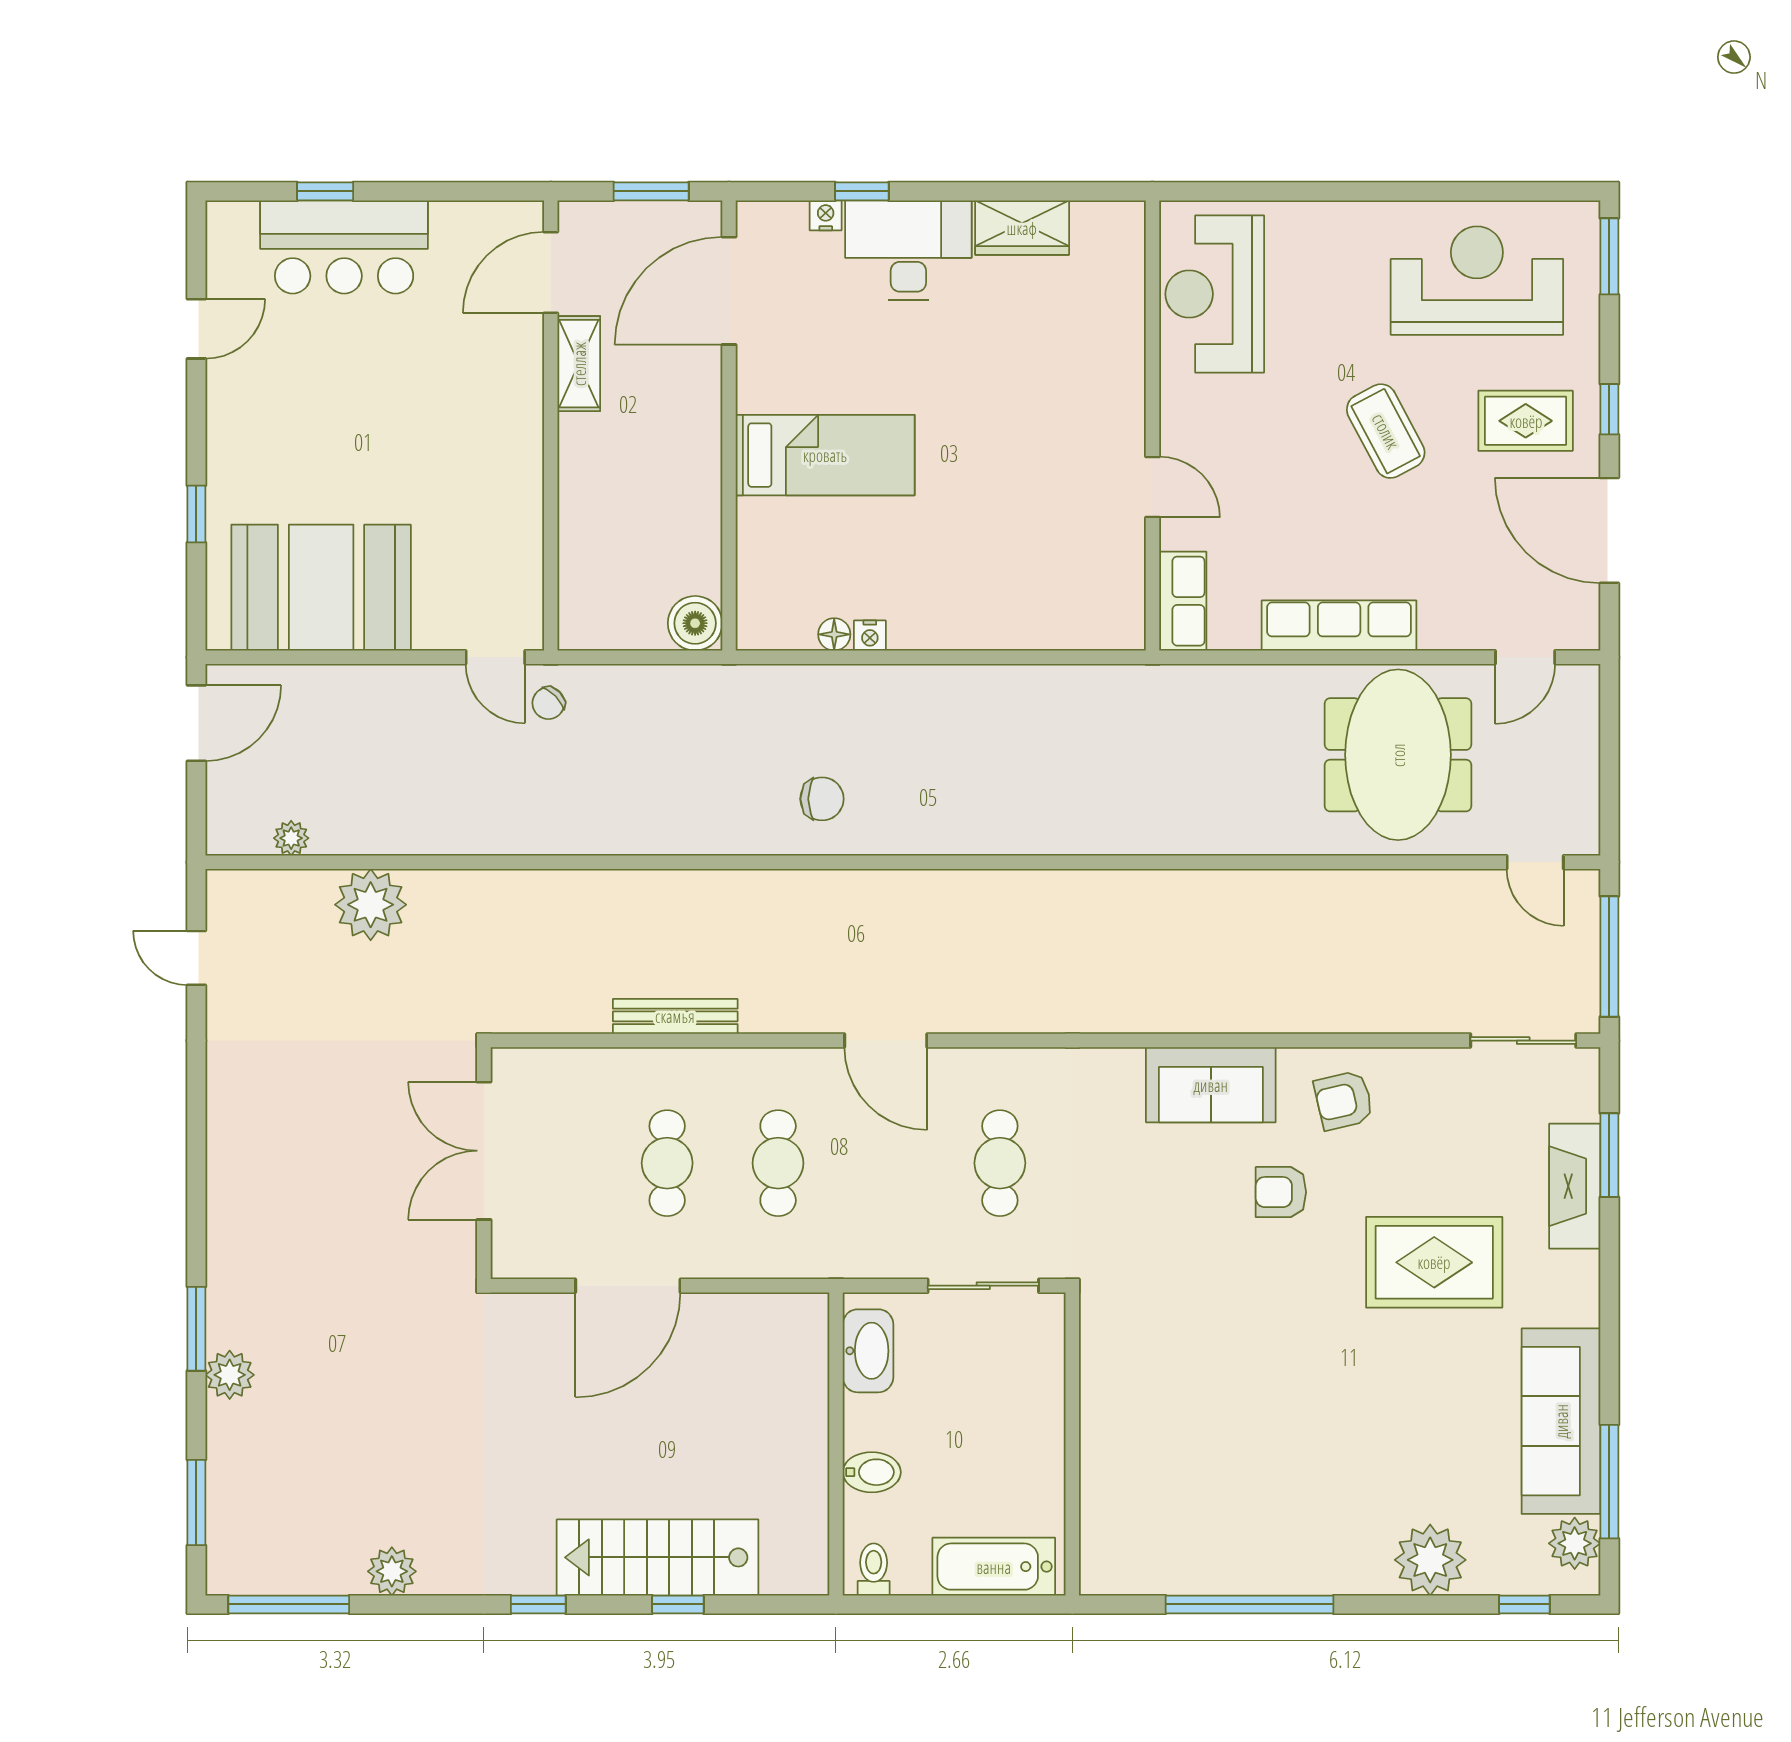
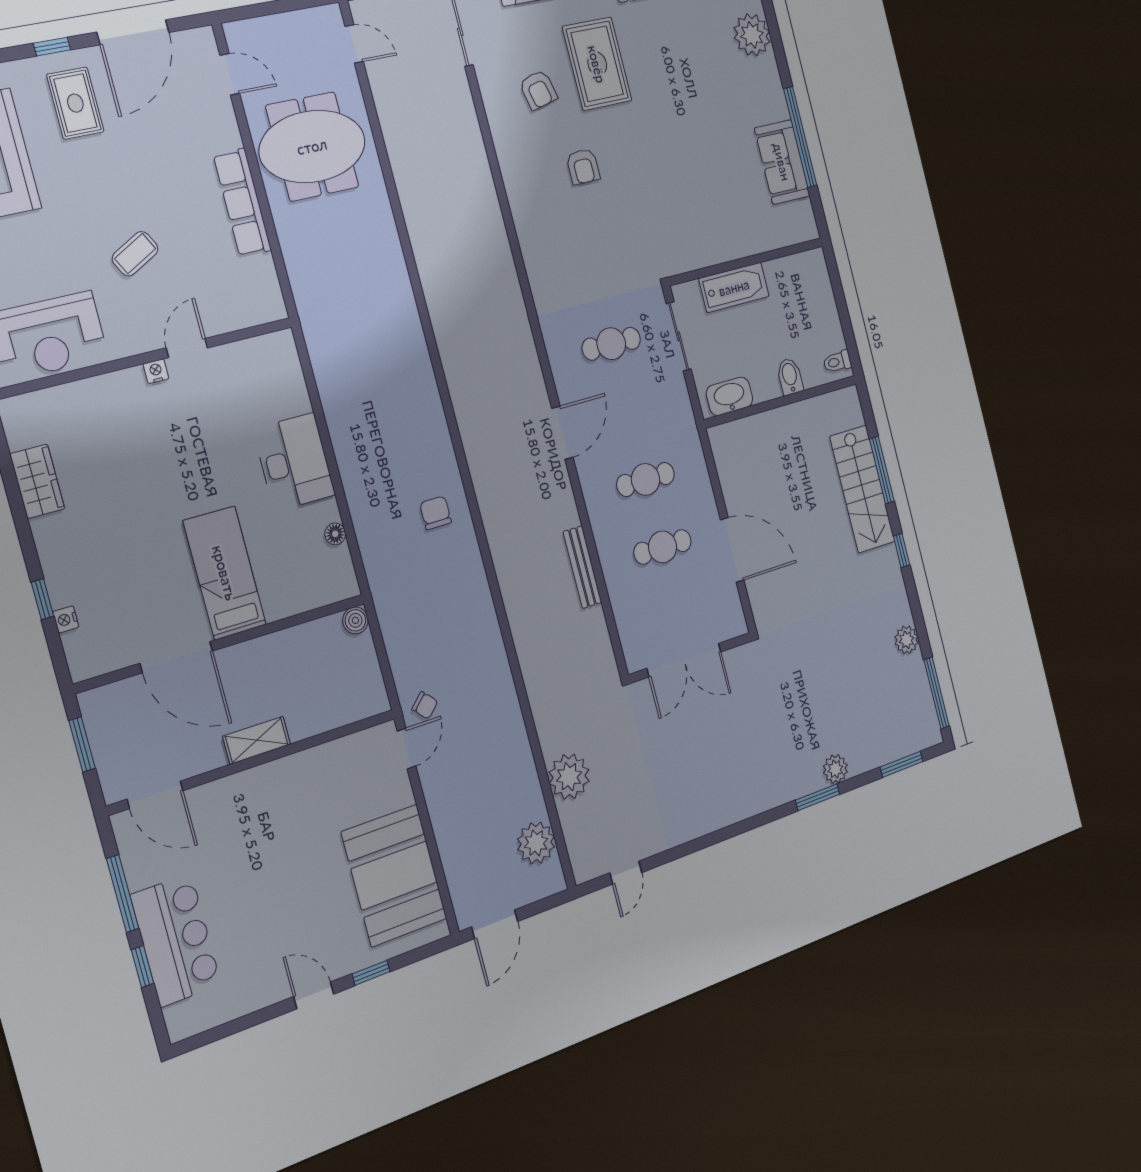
window: (433, 191) -> (123, 894), added
desk: (908, 250) -> (294, 462), moved, turned 180
door: (729, 291) -> (176, 657), moved
door: (196, 329) -> (314, 995), moved
shelving: (579, 364) -> (257, 740), moved
coffee table: (1386, 431) -> (135, 254), moved, width x0.73, depth x0.77
row of seats: (1183, 601) -> (254, 310), removed
boiler: (695, 623) -> (355, 620), width x0.73, depth x0.73
nightstand: (870, 636) -> (156, 371), moved, turned -90
door: (196, 723) -> (495, 924), swing flipped
plant: (291, 838) -> (536, 843), width x1.87, depth x1.87
door: (1535, 862) -> (354, 44), hinge flipped
sofa: (1211, 1085) -> (782, 162), moved, turned 180
armchair: (1344, 1100) -> (538, 90), moved
bathtub: (994, 1567) -> (734, 287), moved, turned -90
window: (678, 1604) -> (882, 470), width x2.17

